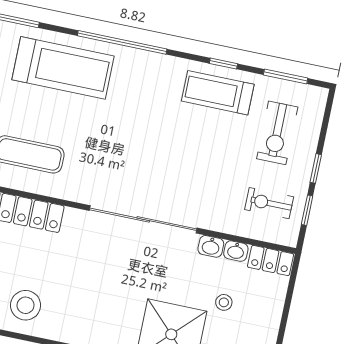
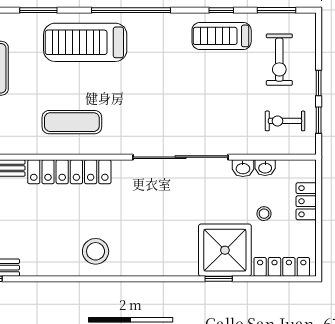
treadmill: (63, 68) -> (85, 42), turned 180
locker: (271, 261) -> (306, 201), moved, turned 90

